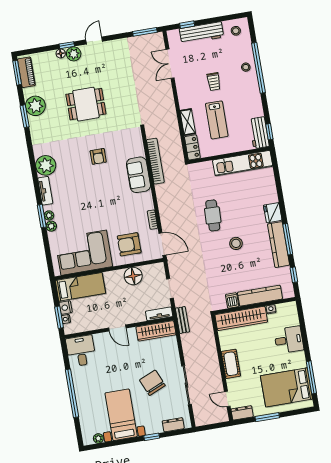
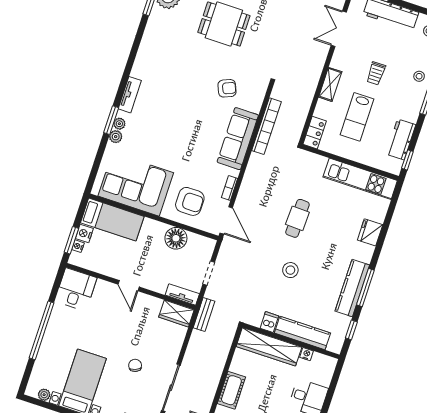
shelving: (188, 122) -> (330, 84), moved
workbench: (259, 133) -> (401, 139), moved
armchair: (98, 156) -> (227, 88), moved, turned -113
plant: (46, 165) -> (145, 67), removed
sofa: (138, 175) -> (238, 139), width x1.36
fridge: (273, 213) -> (370, 232), moved
stool: (236, 243) -> (290, 270), moved
armchair: (129, 244) -> (190, 201), turned 180
wardrobe: (156, 331) -> (176, 314), width x0.67
chair: (152, 383) -> (135, 365), width x0.54, depth x0.54

